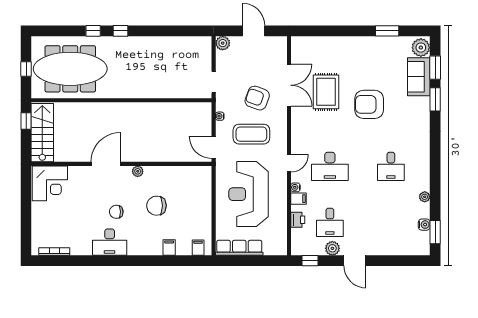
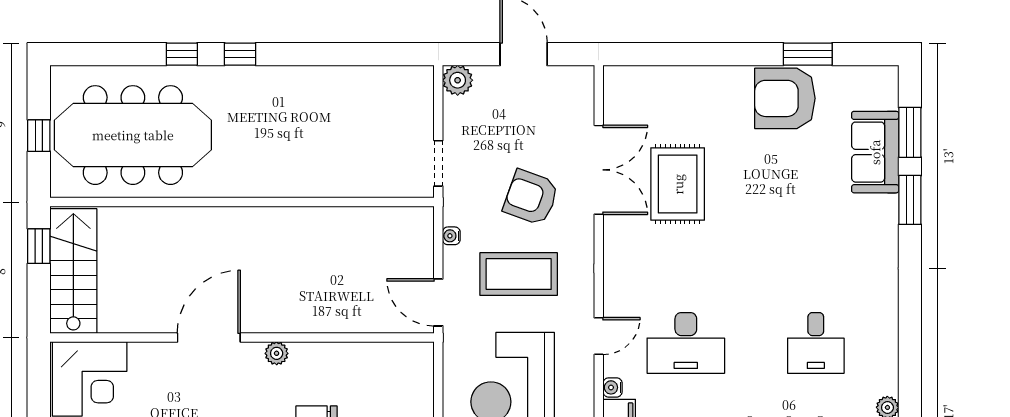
plant: (421, 48) -> (879, 90), removed
armchair: (369, 104) -> (785, 98), moved

